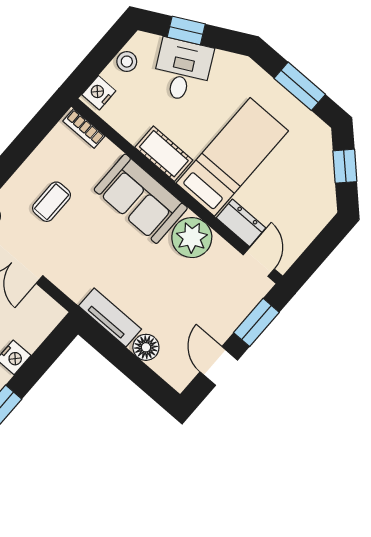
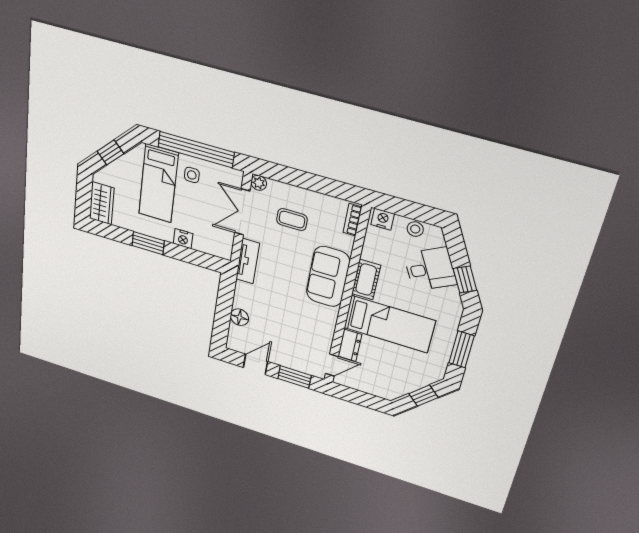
window: (186, 31) -> (465, 279), moved
plant: (192, 238) -> (323, 319), removed
tv unit: (110, 318) -> (248, 261), moved

